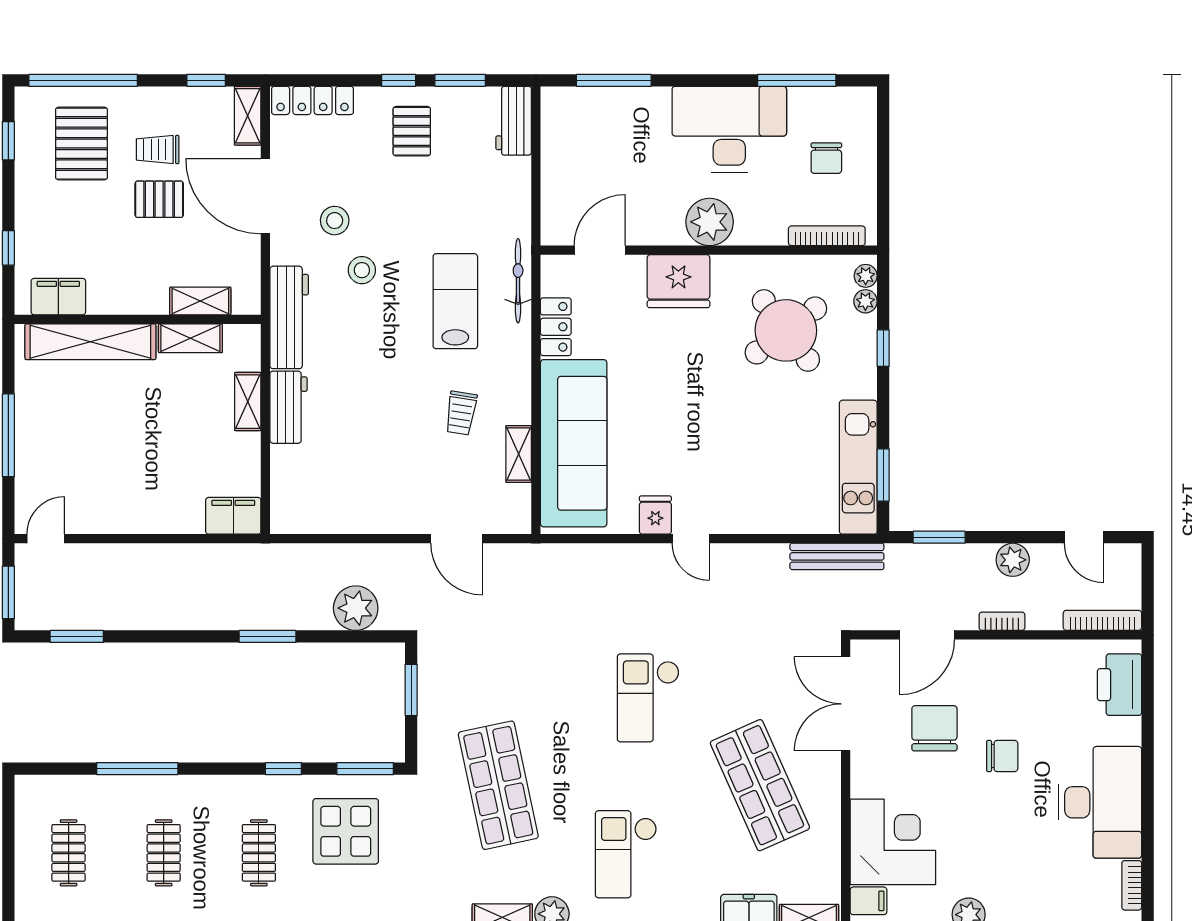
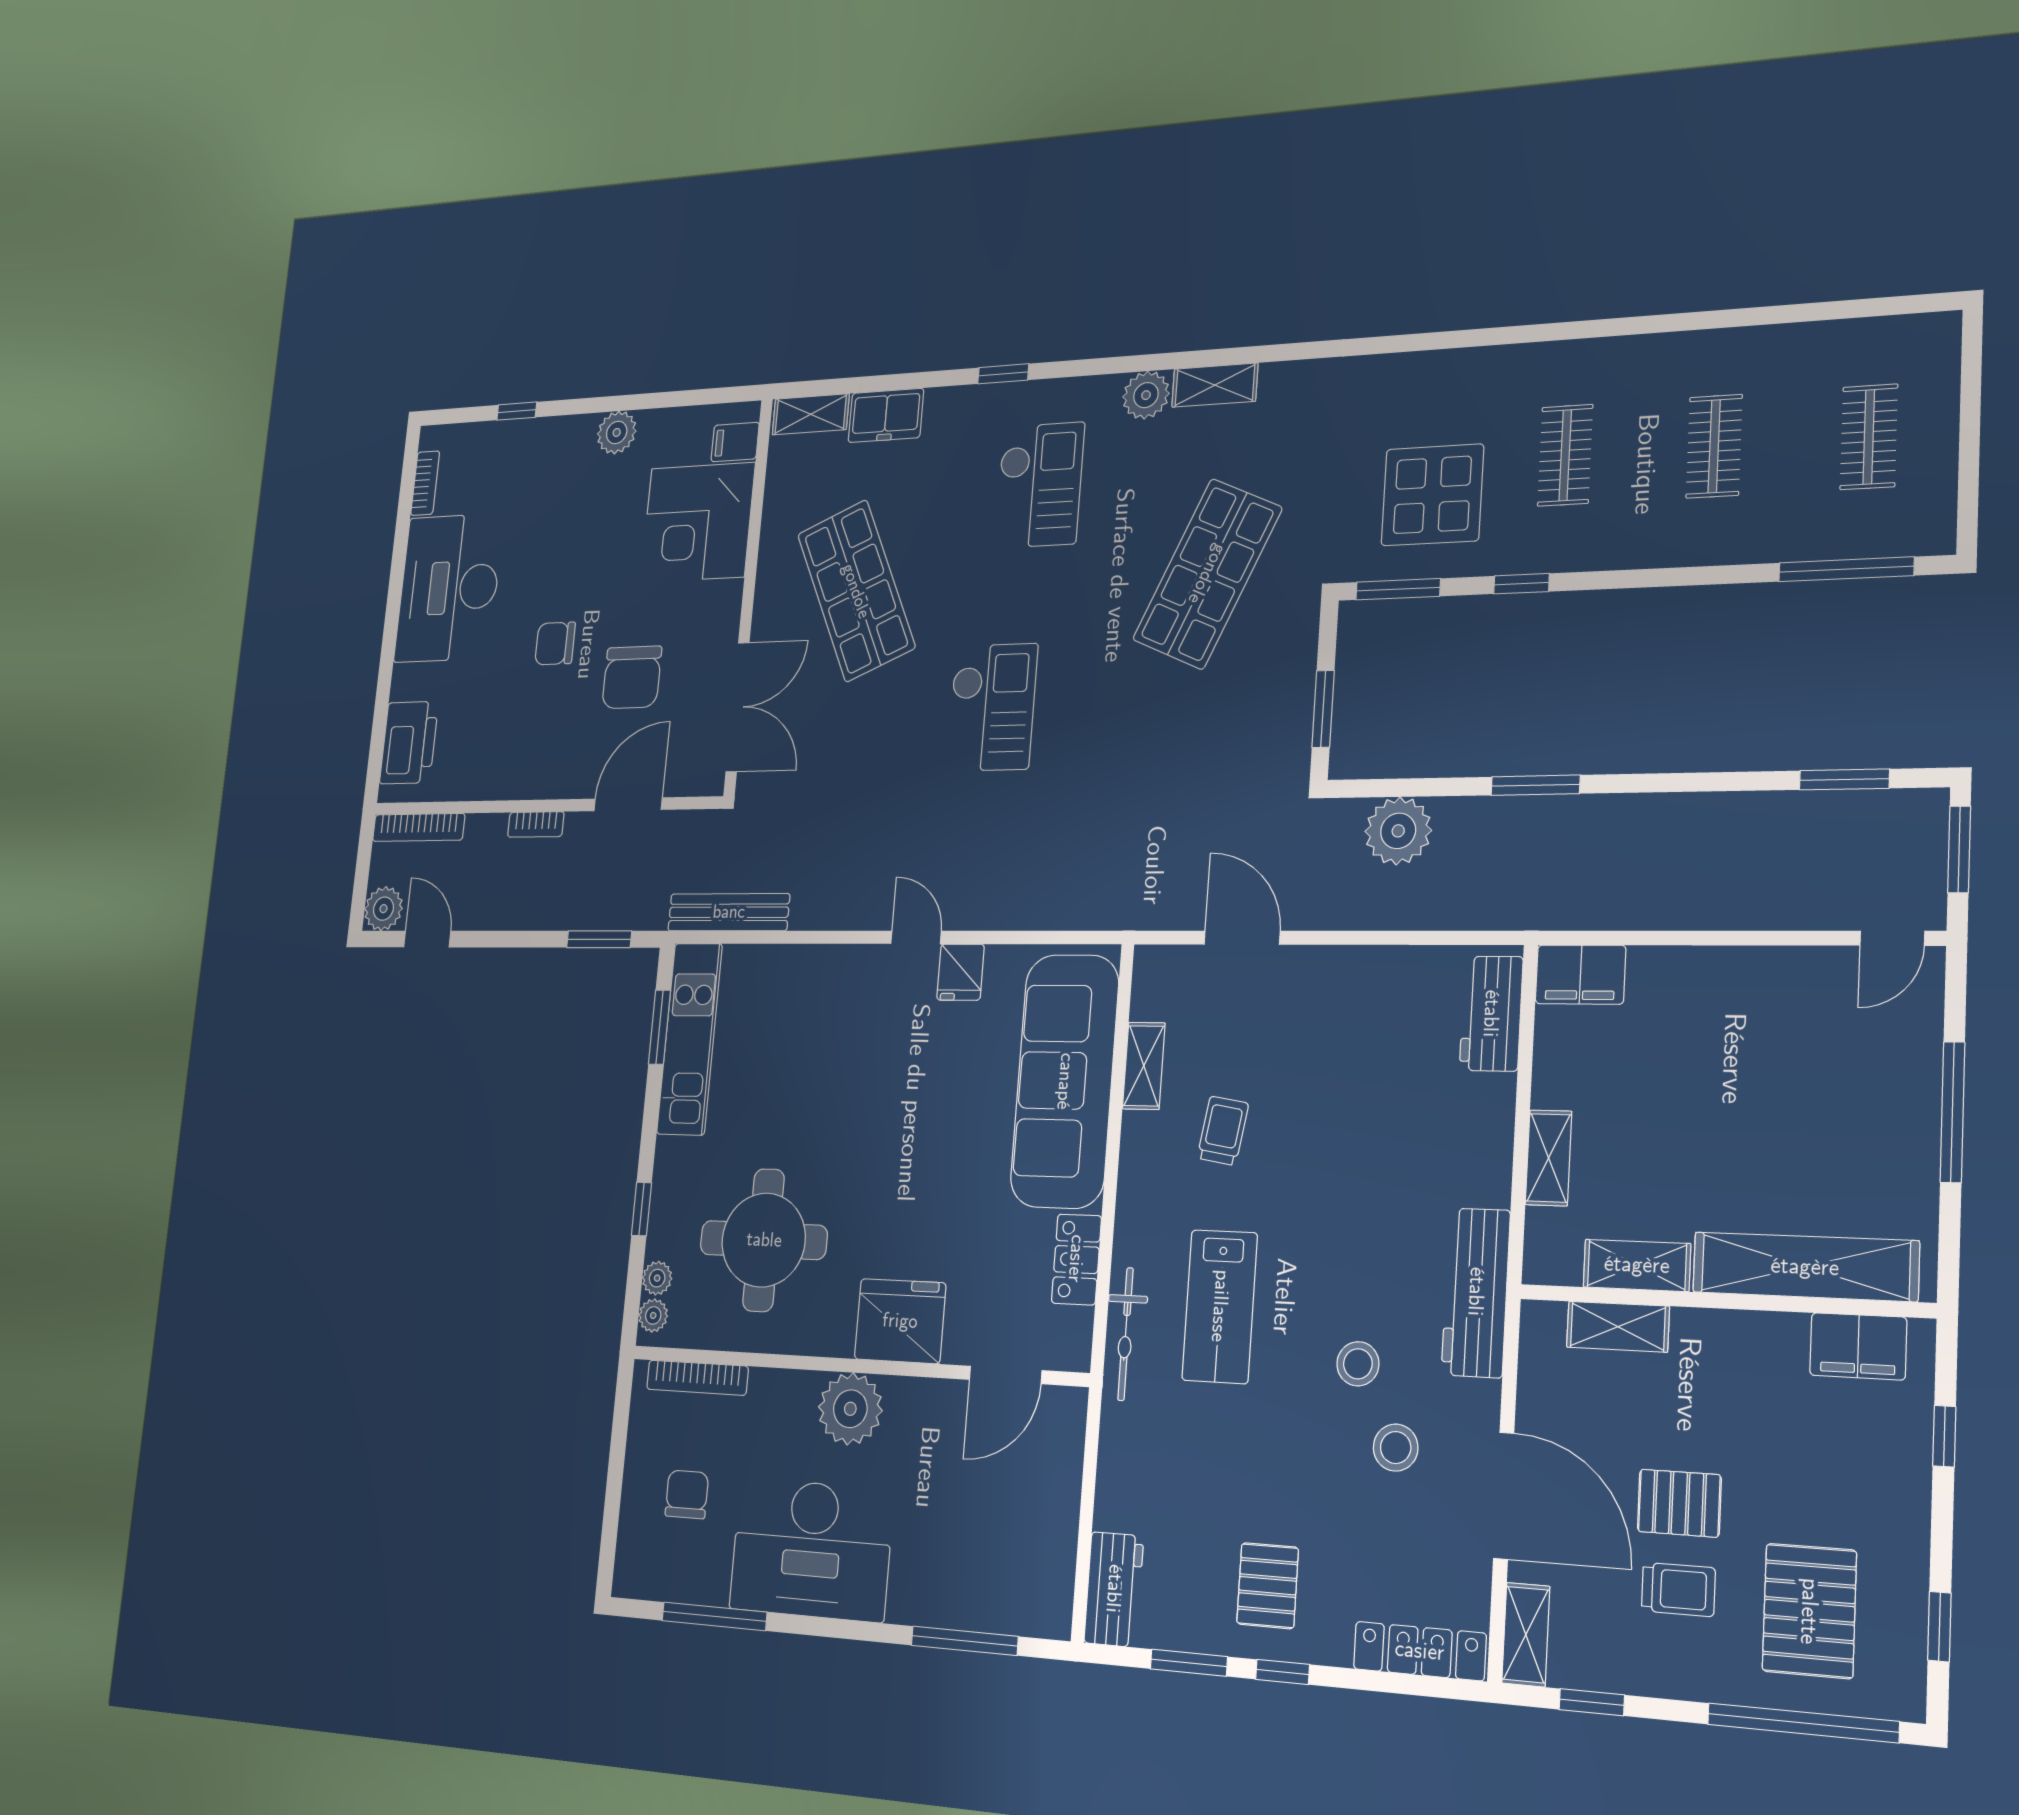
round table: (786, 330) -> (764, 1240), turned 37
workbench: (289, 407) -> (1491, 1014), moved
plant: (1013, 560) -> (383, 909), moved
window: (137, 769) -> (1846, 569), moved
shop shelf: (498, 785) -> (1207, 574), turned 36

